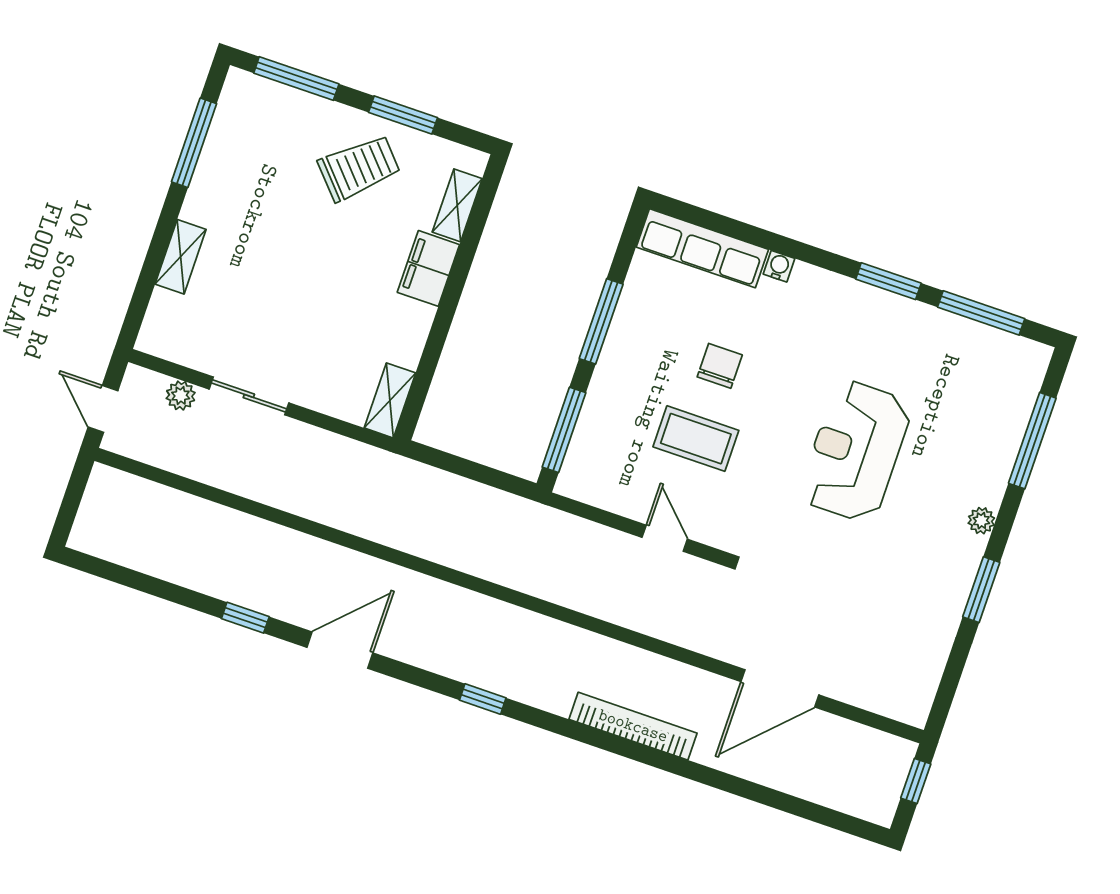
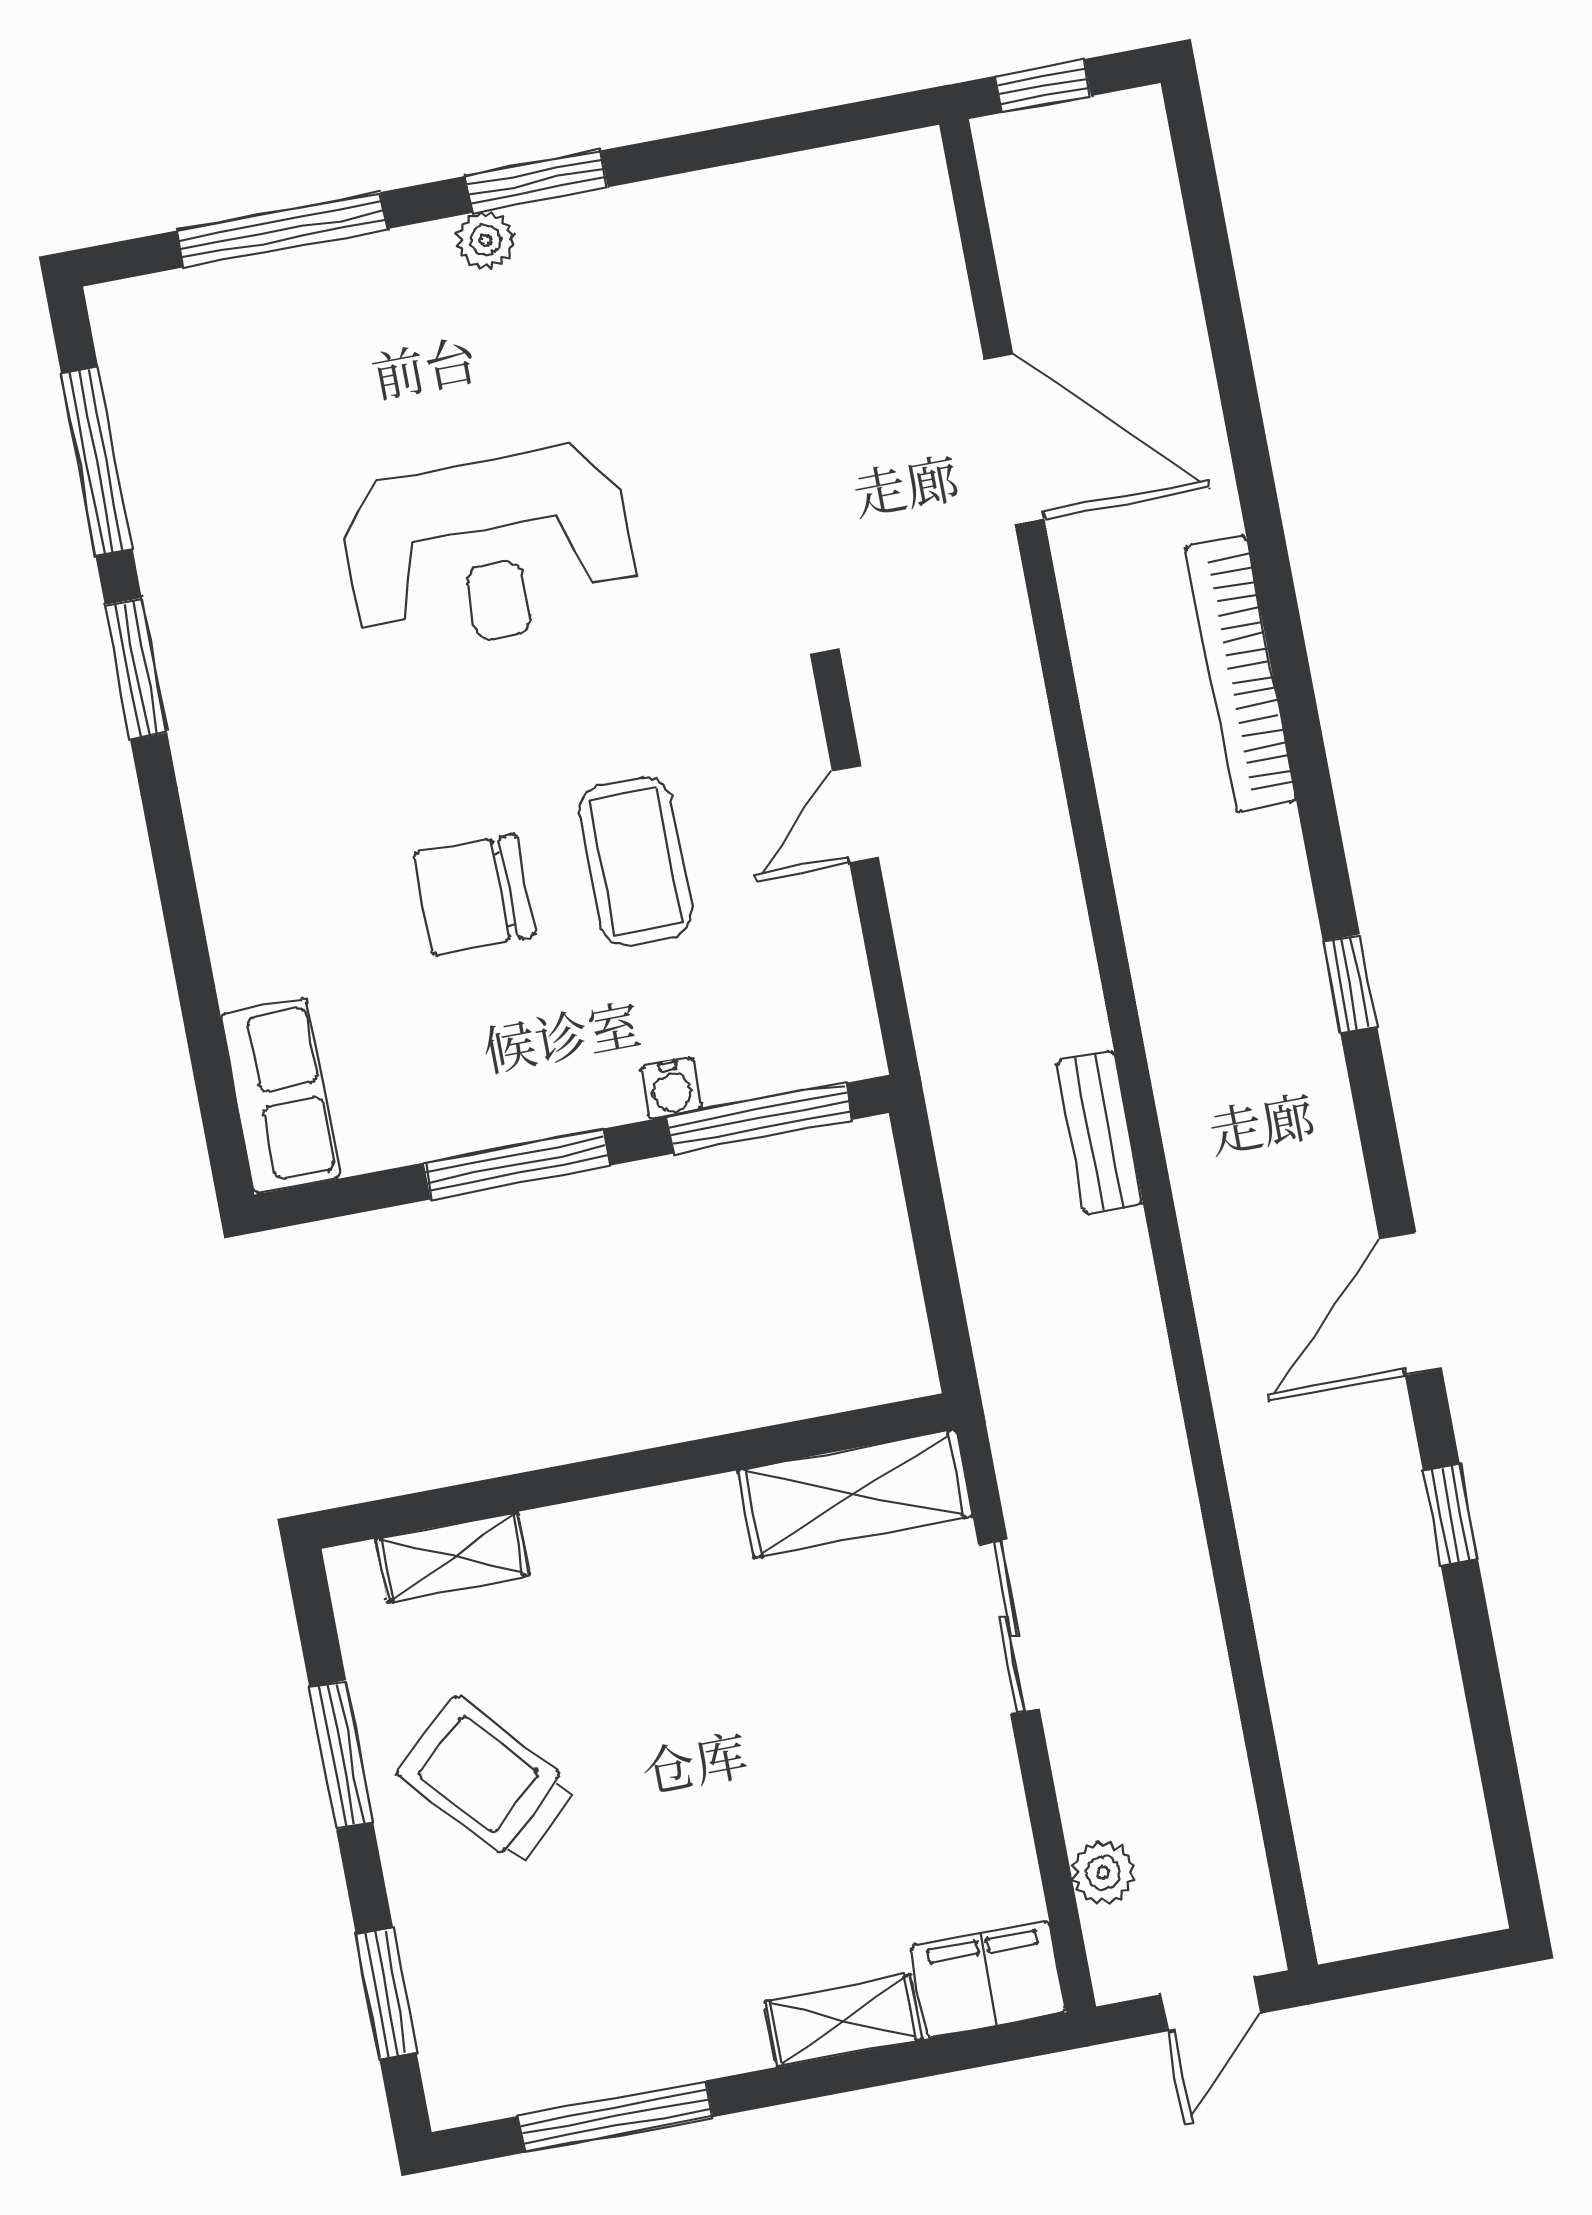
window: (296, 78) -> (386, 1993), width x0.69
row of seats: (702, 248) -> (280, 1096), width x0.68
water cooler: (779, 266) -> (671, 1088), moved, turned -90
filing cabinet: (428, 268) -> (988, 1979), moved, turned 180
chair: (720, 366) -> (474, 895), width x1.37, depth x1.37
sliding door: (249, 396) -> (1009, 1627), moved
shelving: (390, 400) -> (855, 1493), width x1.50, depth x1.33
bench: (480, 564) -> (1099, 1132), added
window: (981, 590) -> (537, 182), moved
door: (340, 650) -> (1410, 1304), hinge flipped

